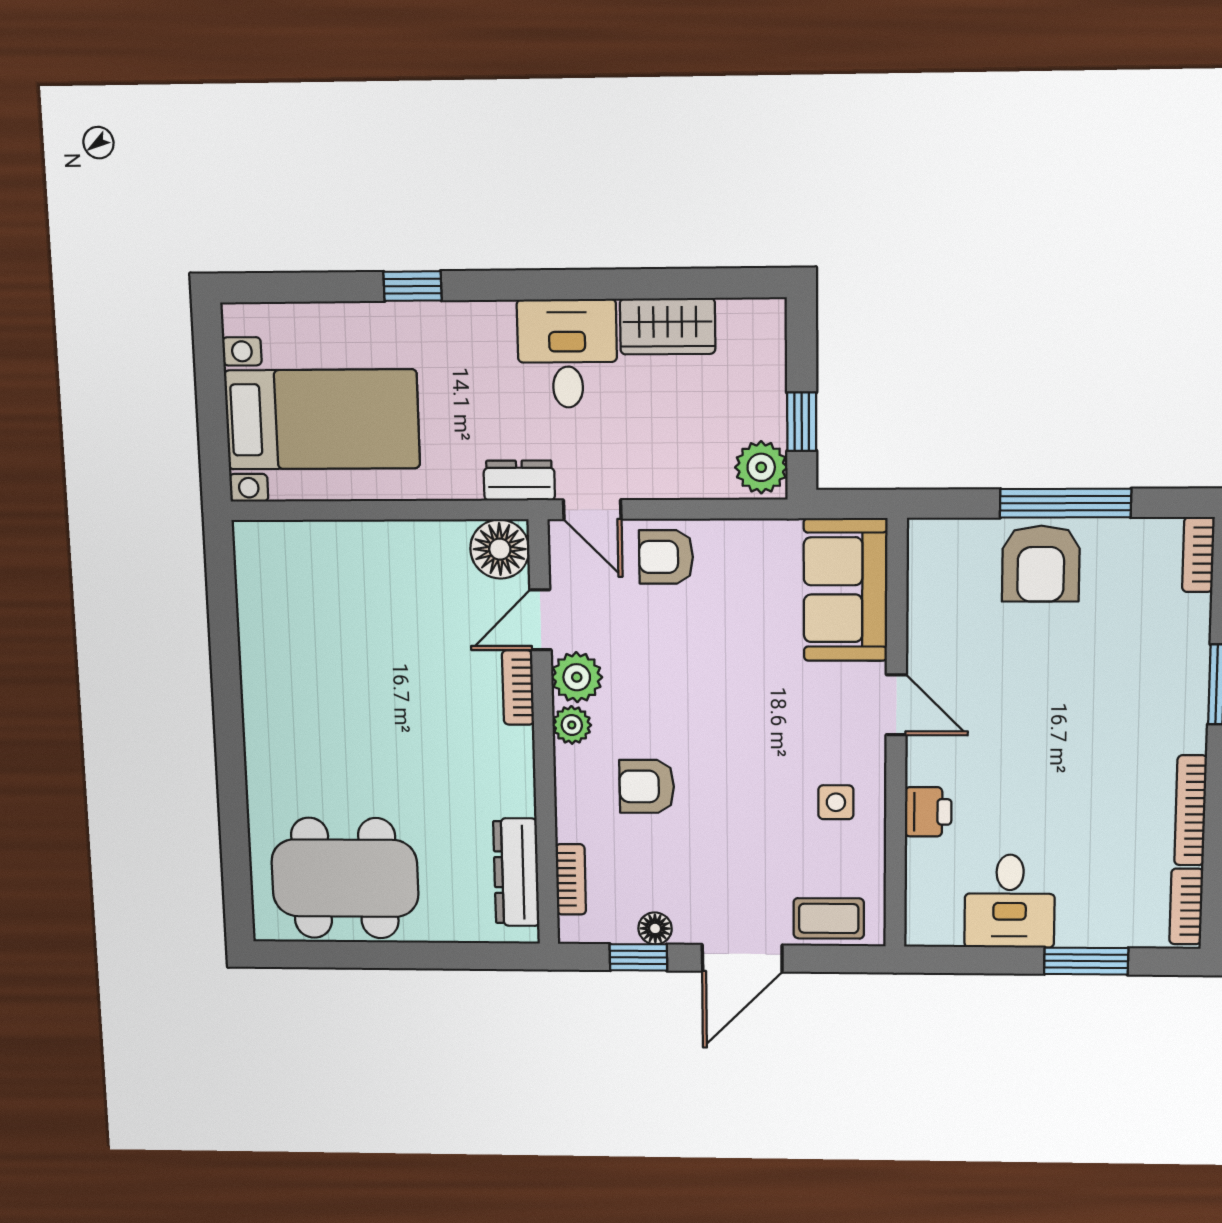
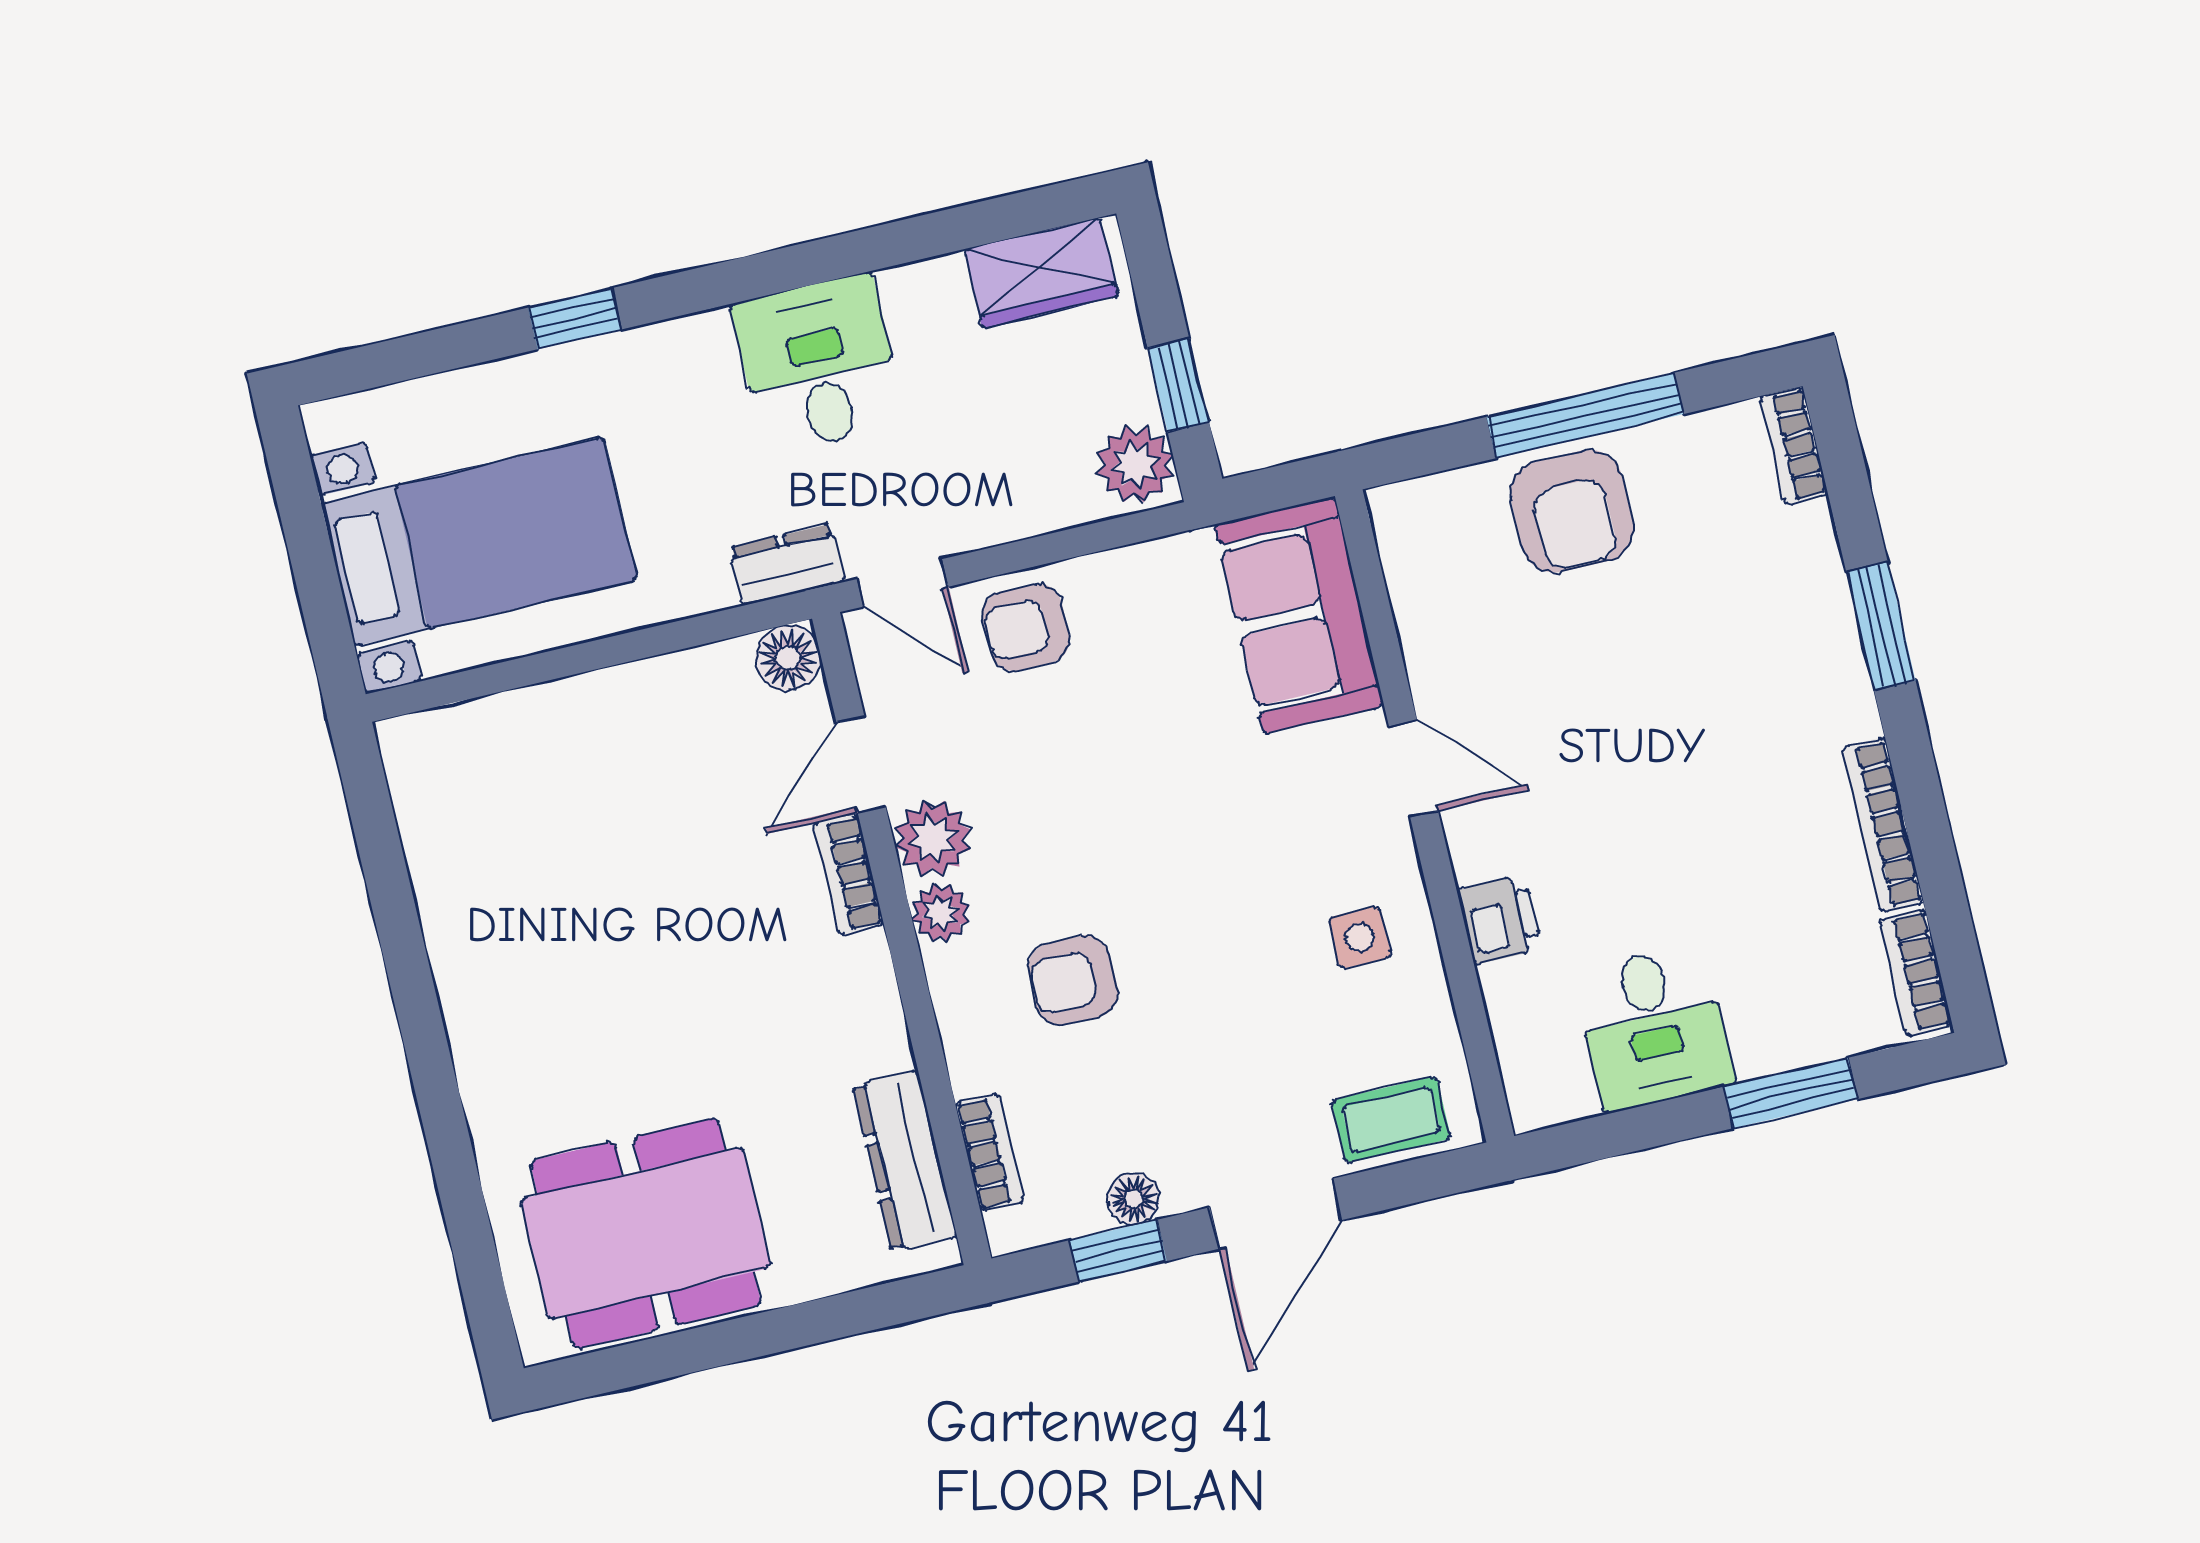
wardrobe: (668, 326) -> (1041, 273), moved
floor lamp: (500, 549) -> (788, 658), width x0.73, depth x0.73

